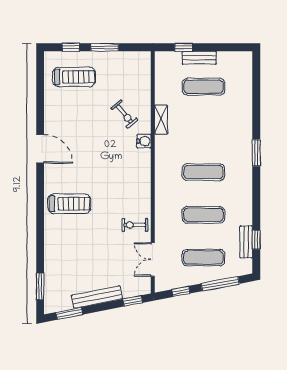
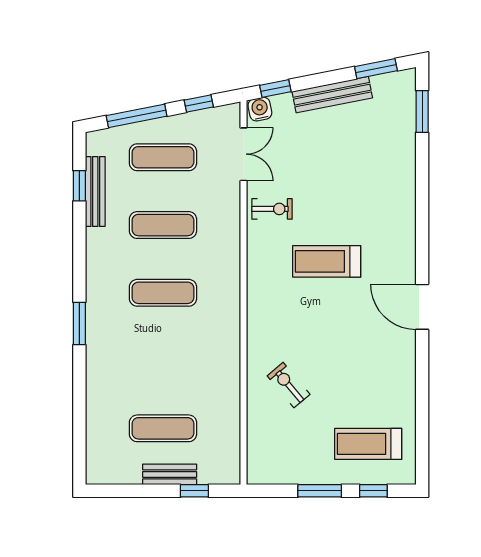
shelving: (161, 120) -> (230, 376), removed
water cooler: (144, 141) -> (260, 109), moved, turned 79
door: (40, 149) -> (422, 307), moved
treadmill: (69, 204) -> (327, 261), moved
bench: (246, 242) -> (95, 192), width x1.36

